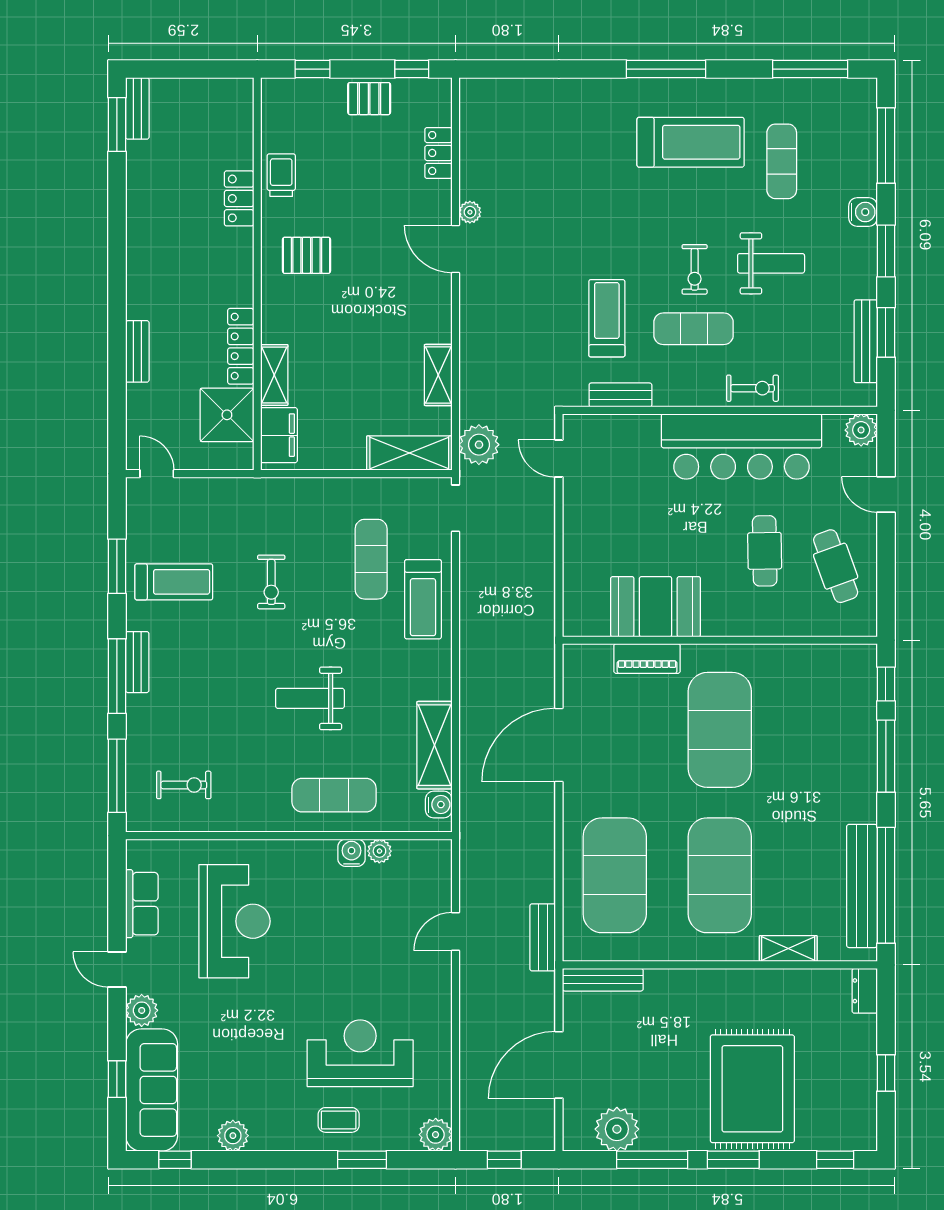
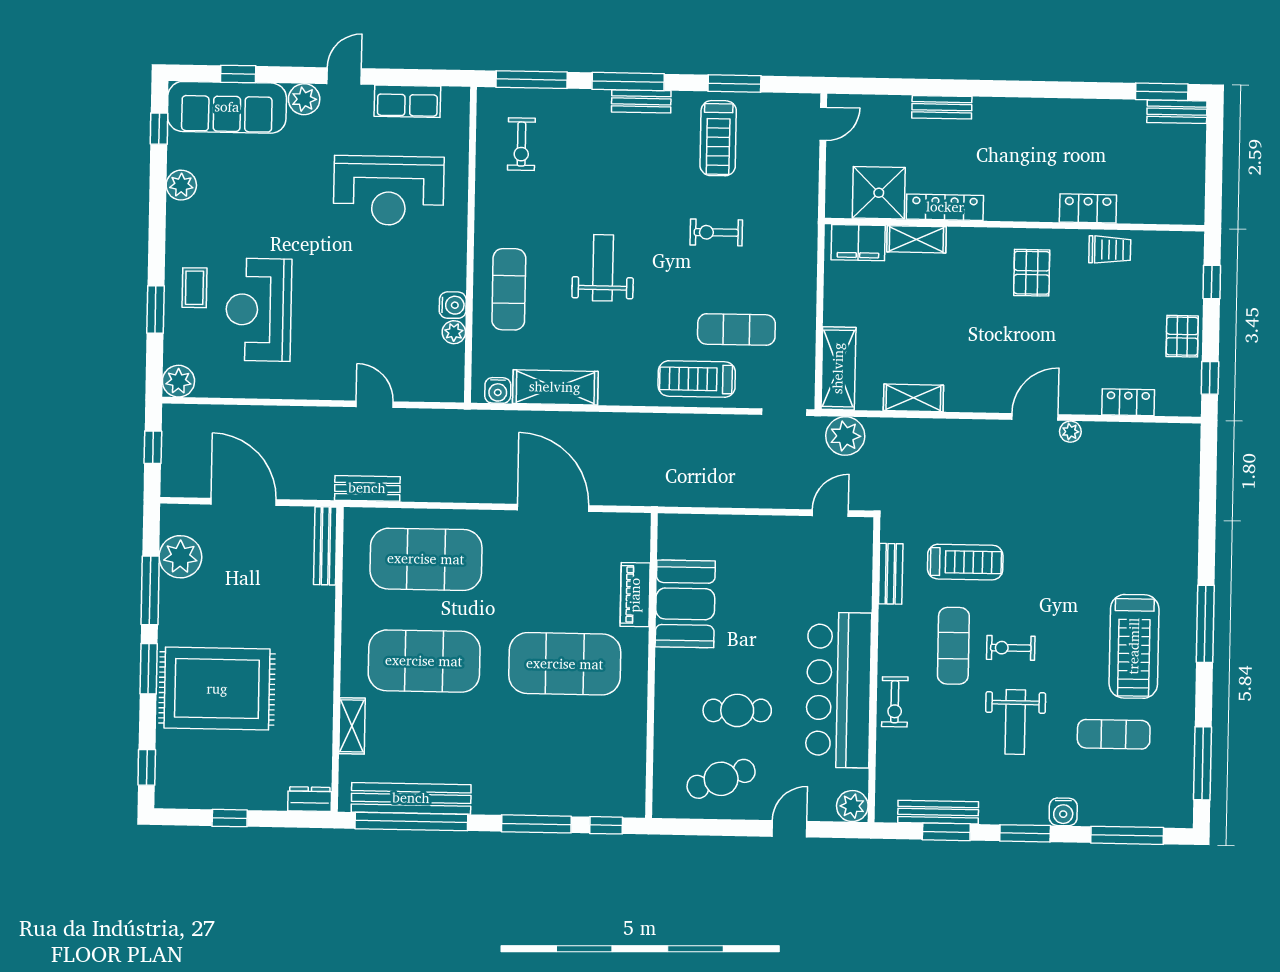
reception desk: (360, 1053) -> (259, 310), turned 180

